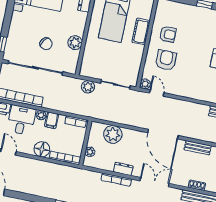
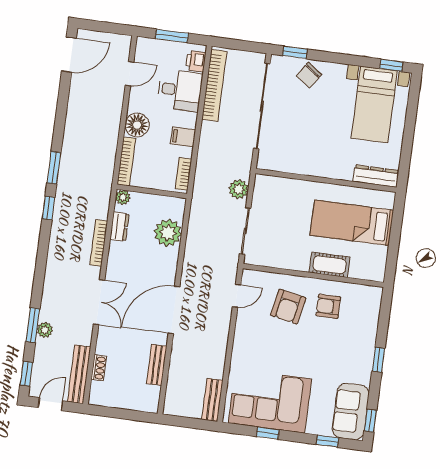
armchair: (168, 34) -> (328, 306), turned 90
plant: (75, 43) -> (305, 164), removed
chair: (46, 44) -> (309, 75), moved
armchair: (166, 60) -> (288, 307), turned 101
plant: (145, 84) -> (249, 277), removed
plant: (41, 115) -> (190, 120), removed
plant: (90, 152) -> (123, 197), moved
dresser: (123, 169) -> (119, 227), moved

